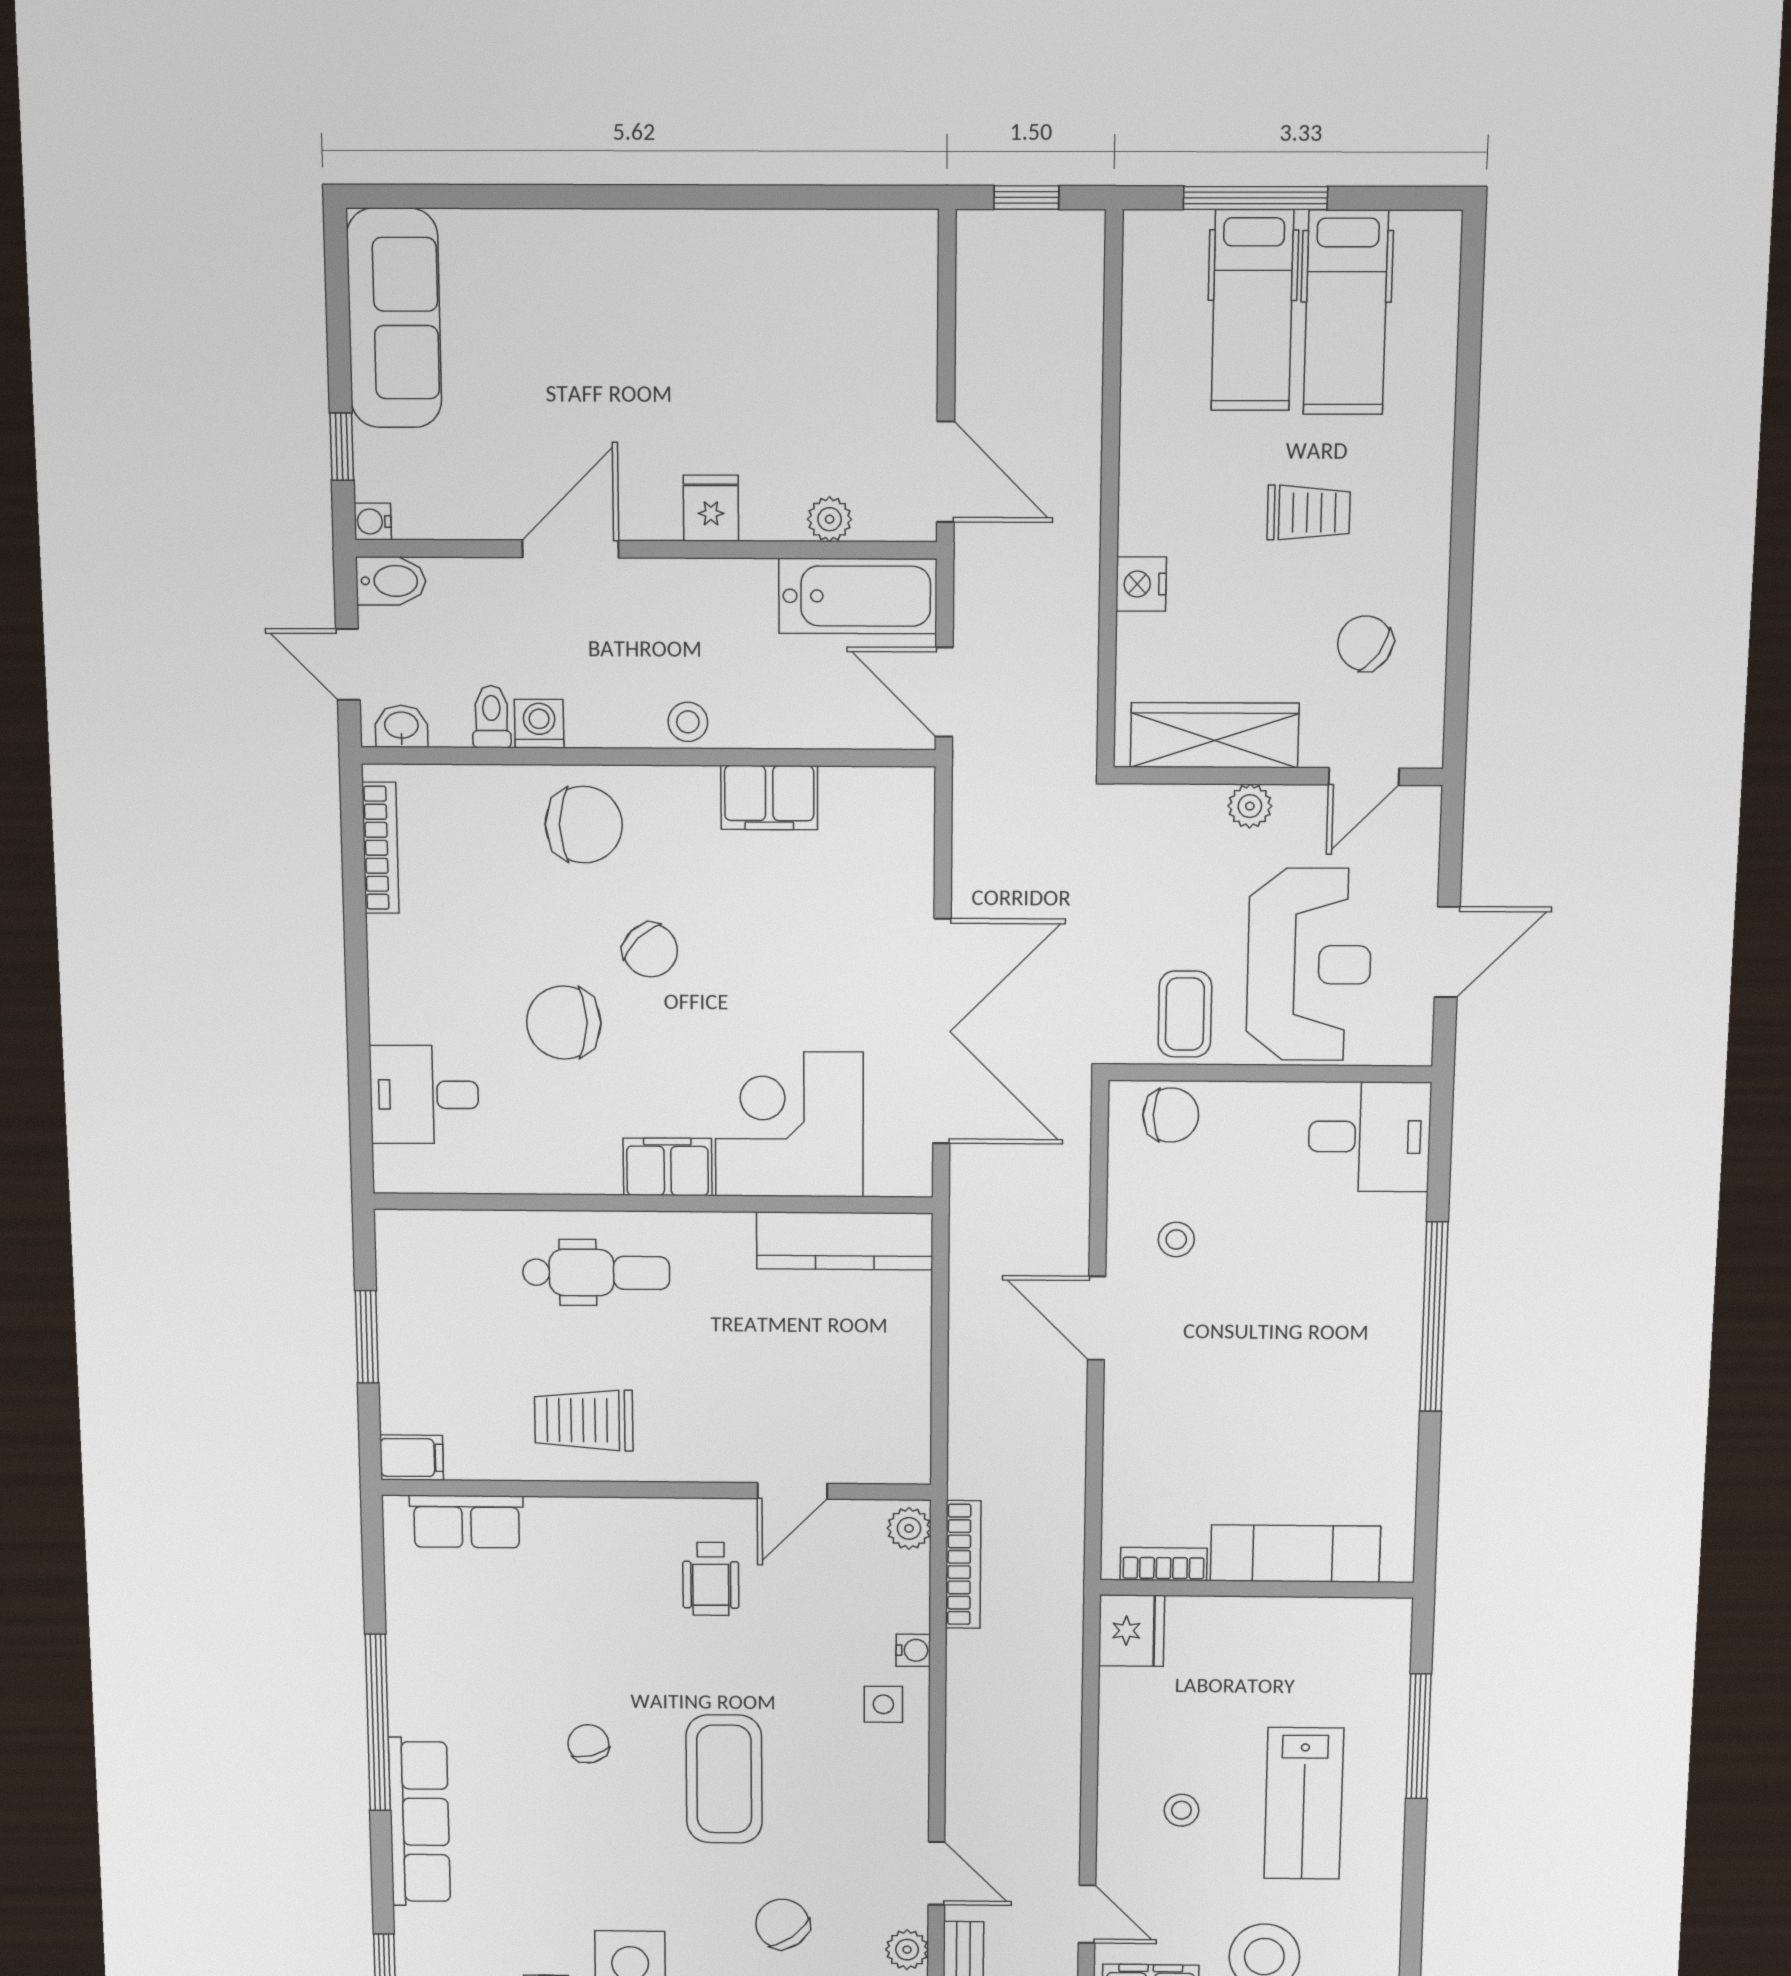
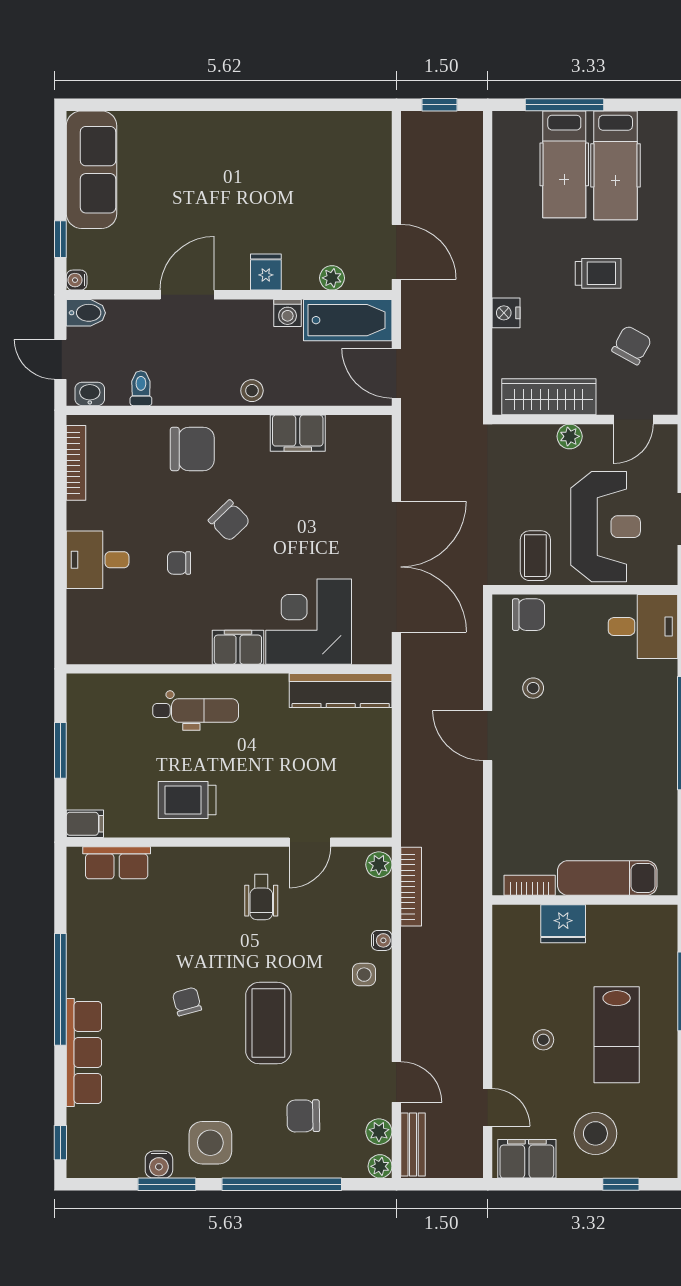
chair: (1365, 643) -> (632, 345), turned 84
washing machine: (539, 724) -> (288, 313), moved, turned 180
chair: (564, 1023) -> (179, 563), width x0.54, depth x0.54
desk: (424, 1095) -> (98, 560), moved
fridge: (1132, 1631) -> (563, 924), moved, turned 90
chair: (782, 1924) -> (303, 1116), turned -54

